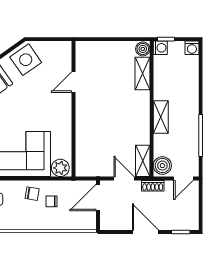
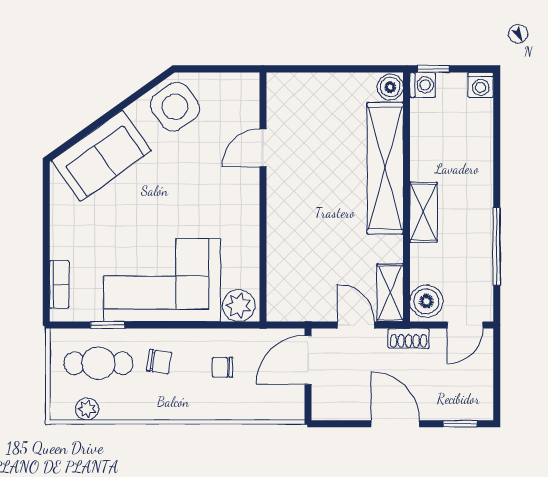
shelving: (142, 74) -> (385, 168), width x2.20, depth x1.33
chair: (32, 194) -> (159, 362), moved

